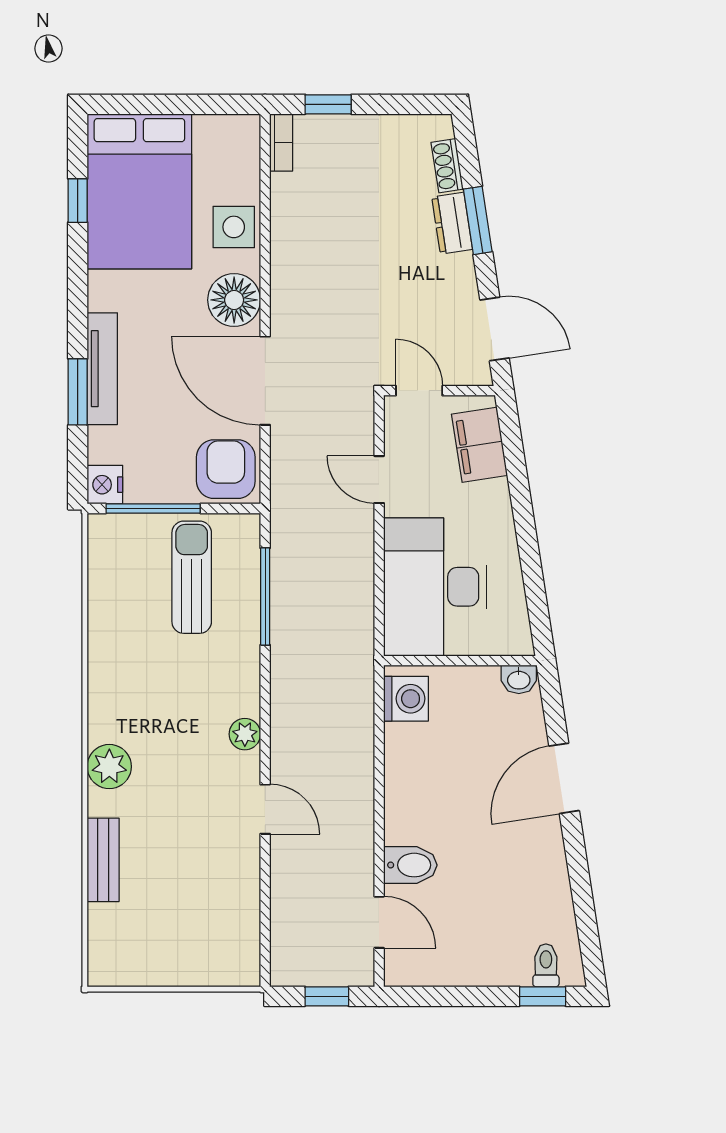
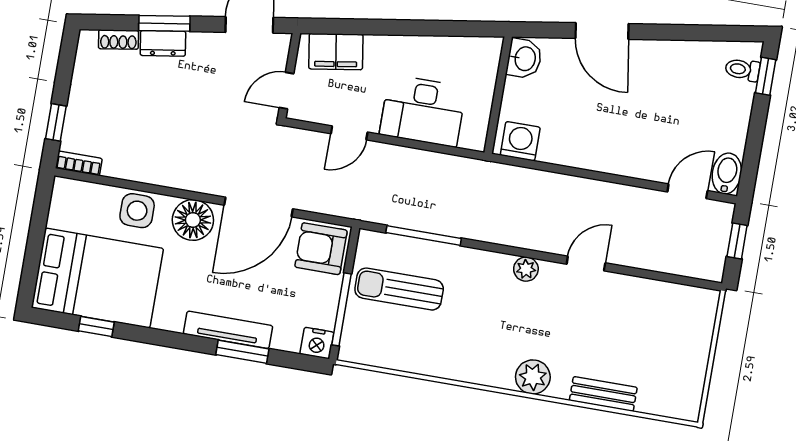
desk: (435, 587) -> (423, 111), width x0.73, depth x0.77
washbasin: (519, 679) -> (524, 59), width x1.38, depth x1.45
bidet: (410, 865) -> (727, 174), moved

